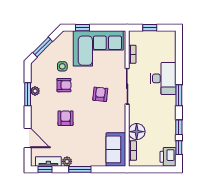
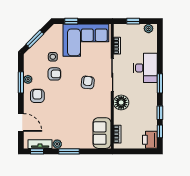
plant: (167, 36) -> (149, 28), added
armchair: (66, 118) -> (37, 96), moved
floor lamp: (137, 132) -> (121, 102), moved

